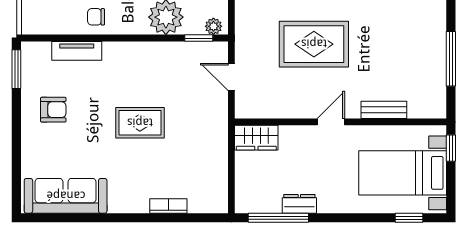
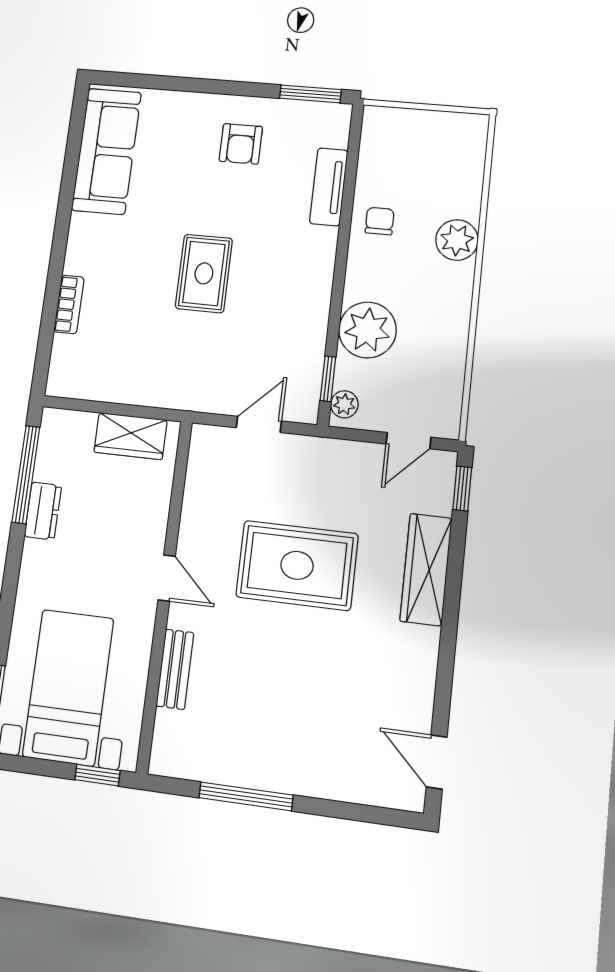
rug: (314, 44) -> (297, 565), turned 90
wardrobe: (256, 138) -> (131, 436), moved, turned -90

